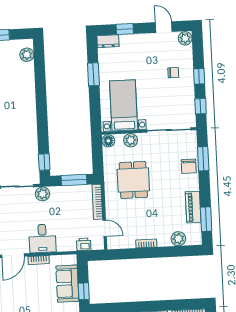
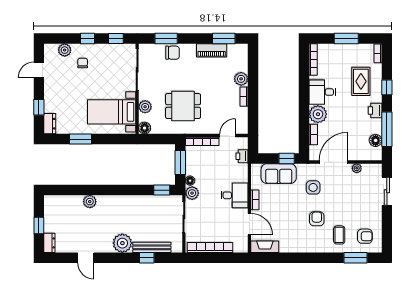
plant: (185, 38) -> (65, 50), moved
plant: (27, 55) -> (90, 202), moved
floor lamp: (55, 191) -> (190, 181), added
plant: (178, 239) -> (241, 79), moved

